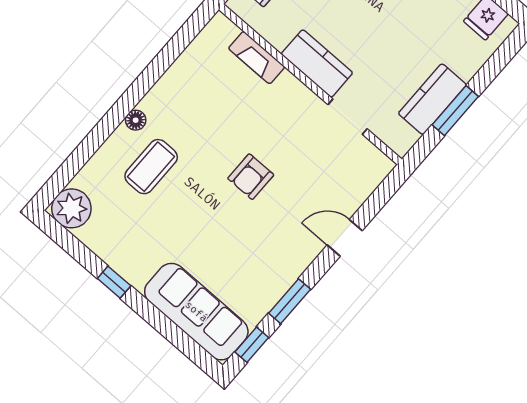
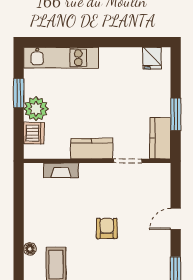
kitchen counter: (432, 99) -> (160, 138), moved
armchair: (251, 177) -> (107, 228), turned 180

